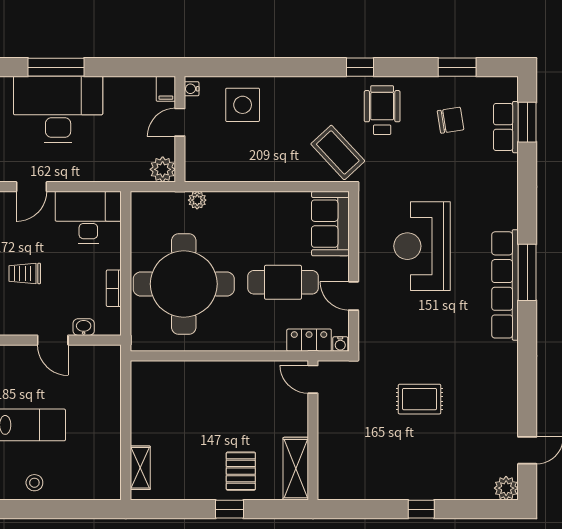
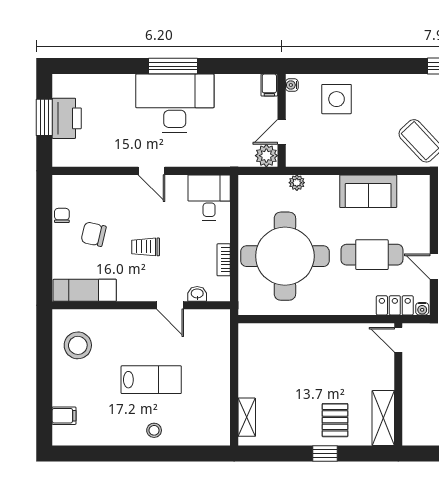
door: (180, 122) -> (282, 132), moved
door: (32, 187) -> (152, 171), hinge flipped
desk: (88, 217) -> (209, 197), width x0.73
sofa: (330, 224) -> (368, 191), moved, turned -90

